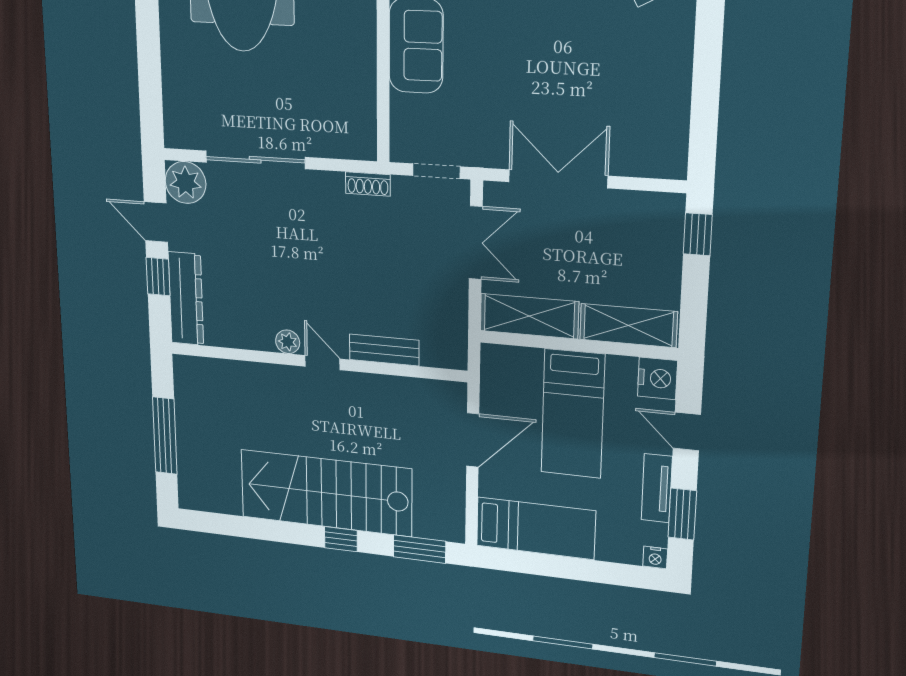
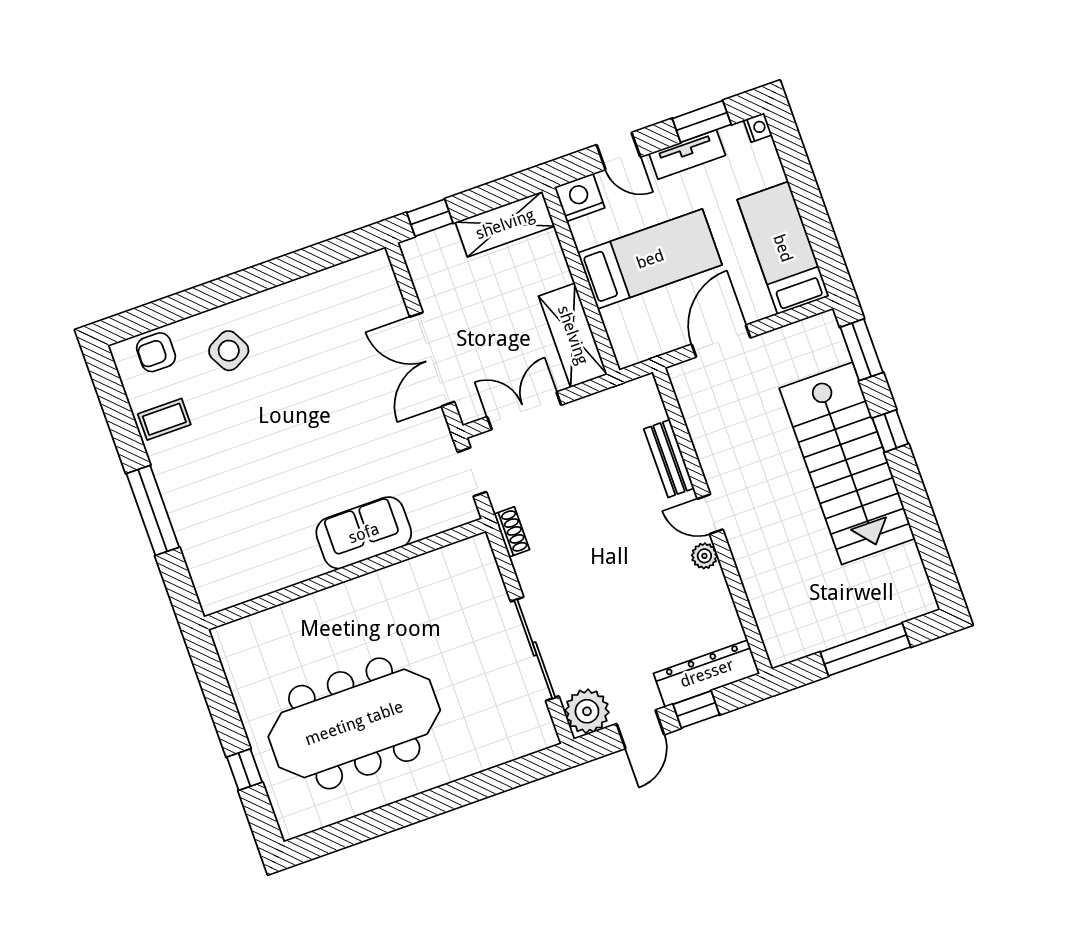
shelving: (628, 326) -> (505, 224), moved, turned 90
door: (322, 363) -> (710, 514), hinge flipped
door: (687, 431) -> (619, 151), hinge flipped
door: (473, 440) -> (721, 341), hinge flipped

